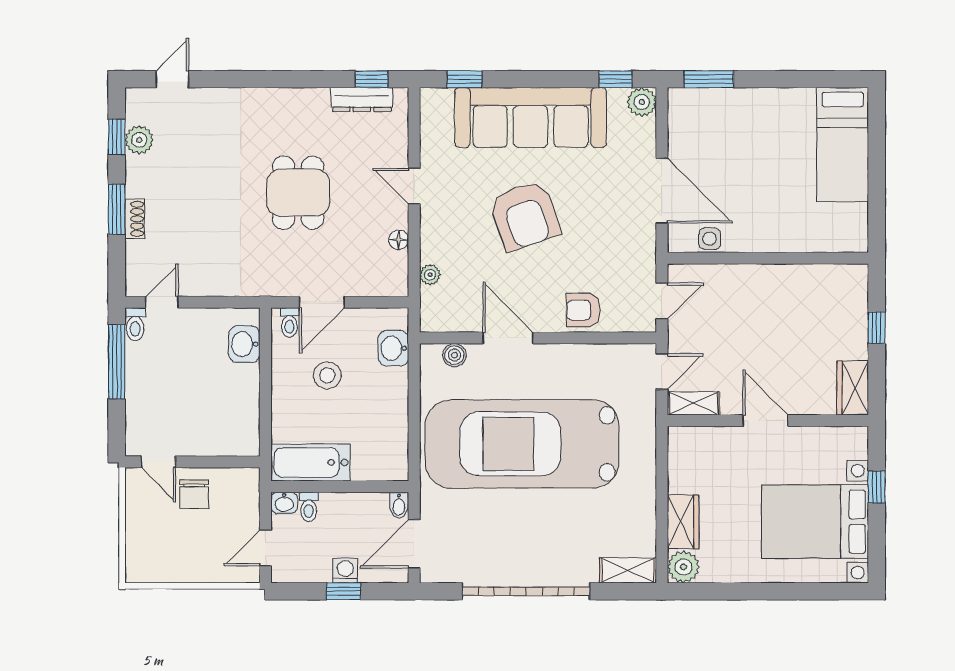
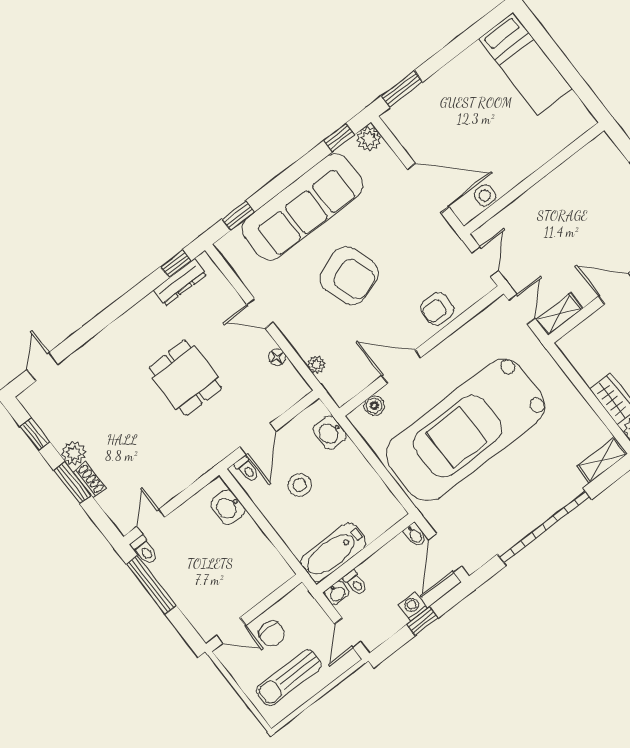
plant: (139, 140) -> (74, 453), moved
sun lounger: (178, 548) -> (289, 678), added

